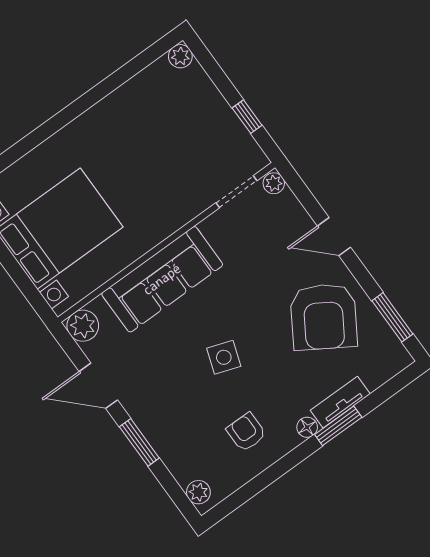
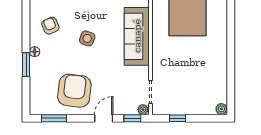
window: (300, 190) -> (132, 118), added
armchair: (324, 317) -> (74, 91), turned 65
tv unit: (340, 402) -> (35, 72), removed
armchair: (246, 432) -> (50, 26), turned -114

